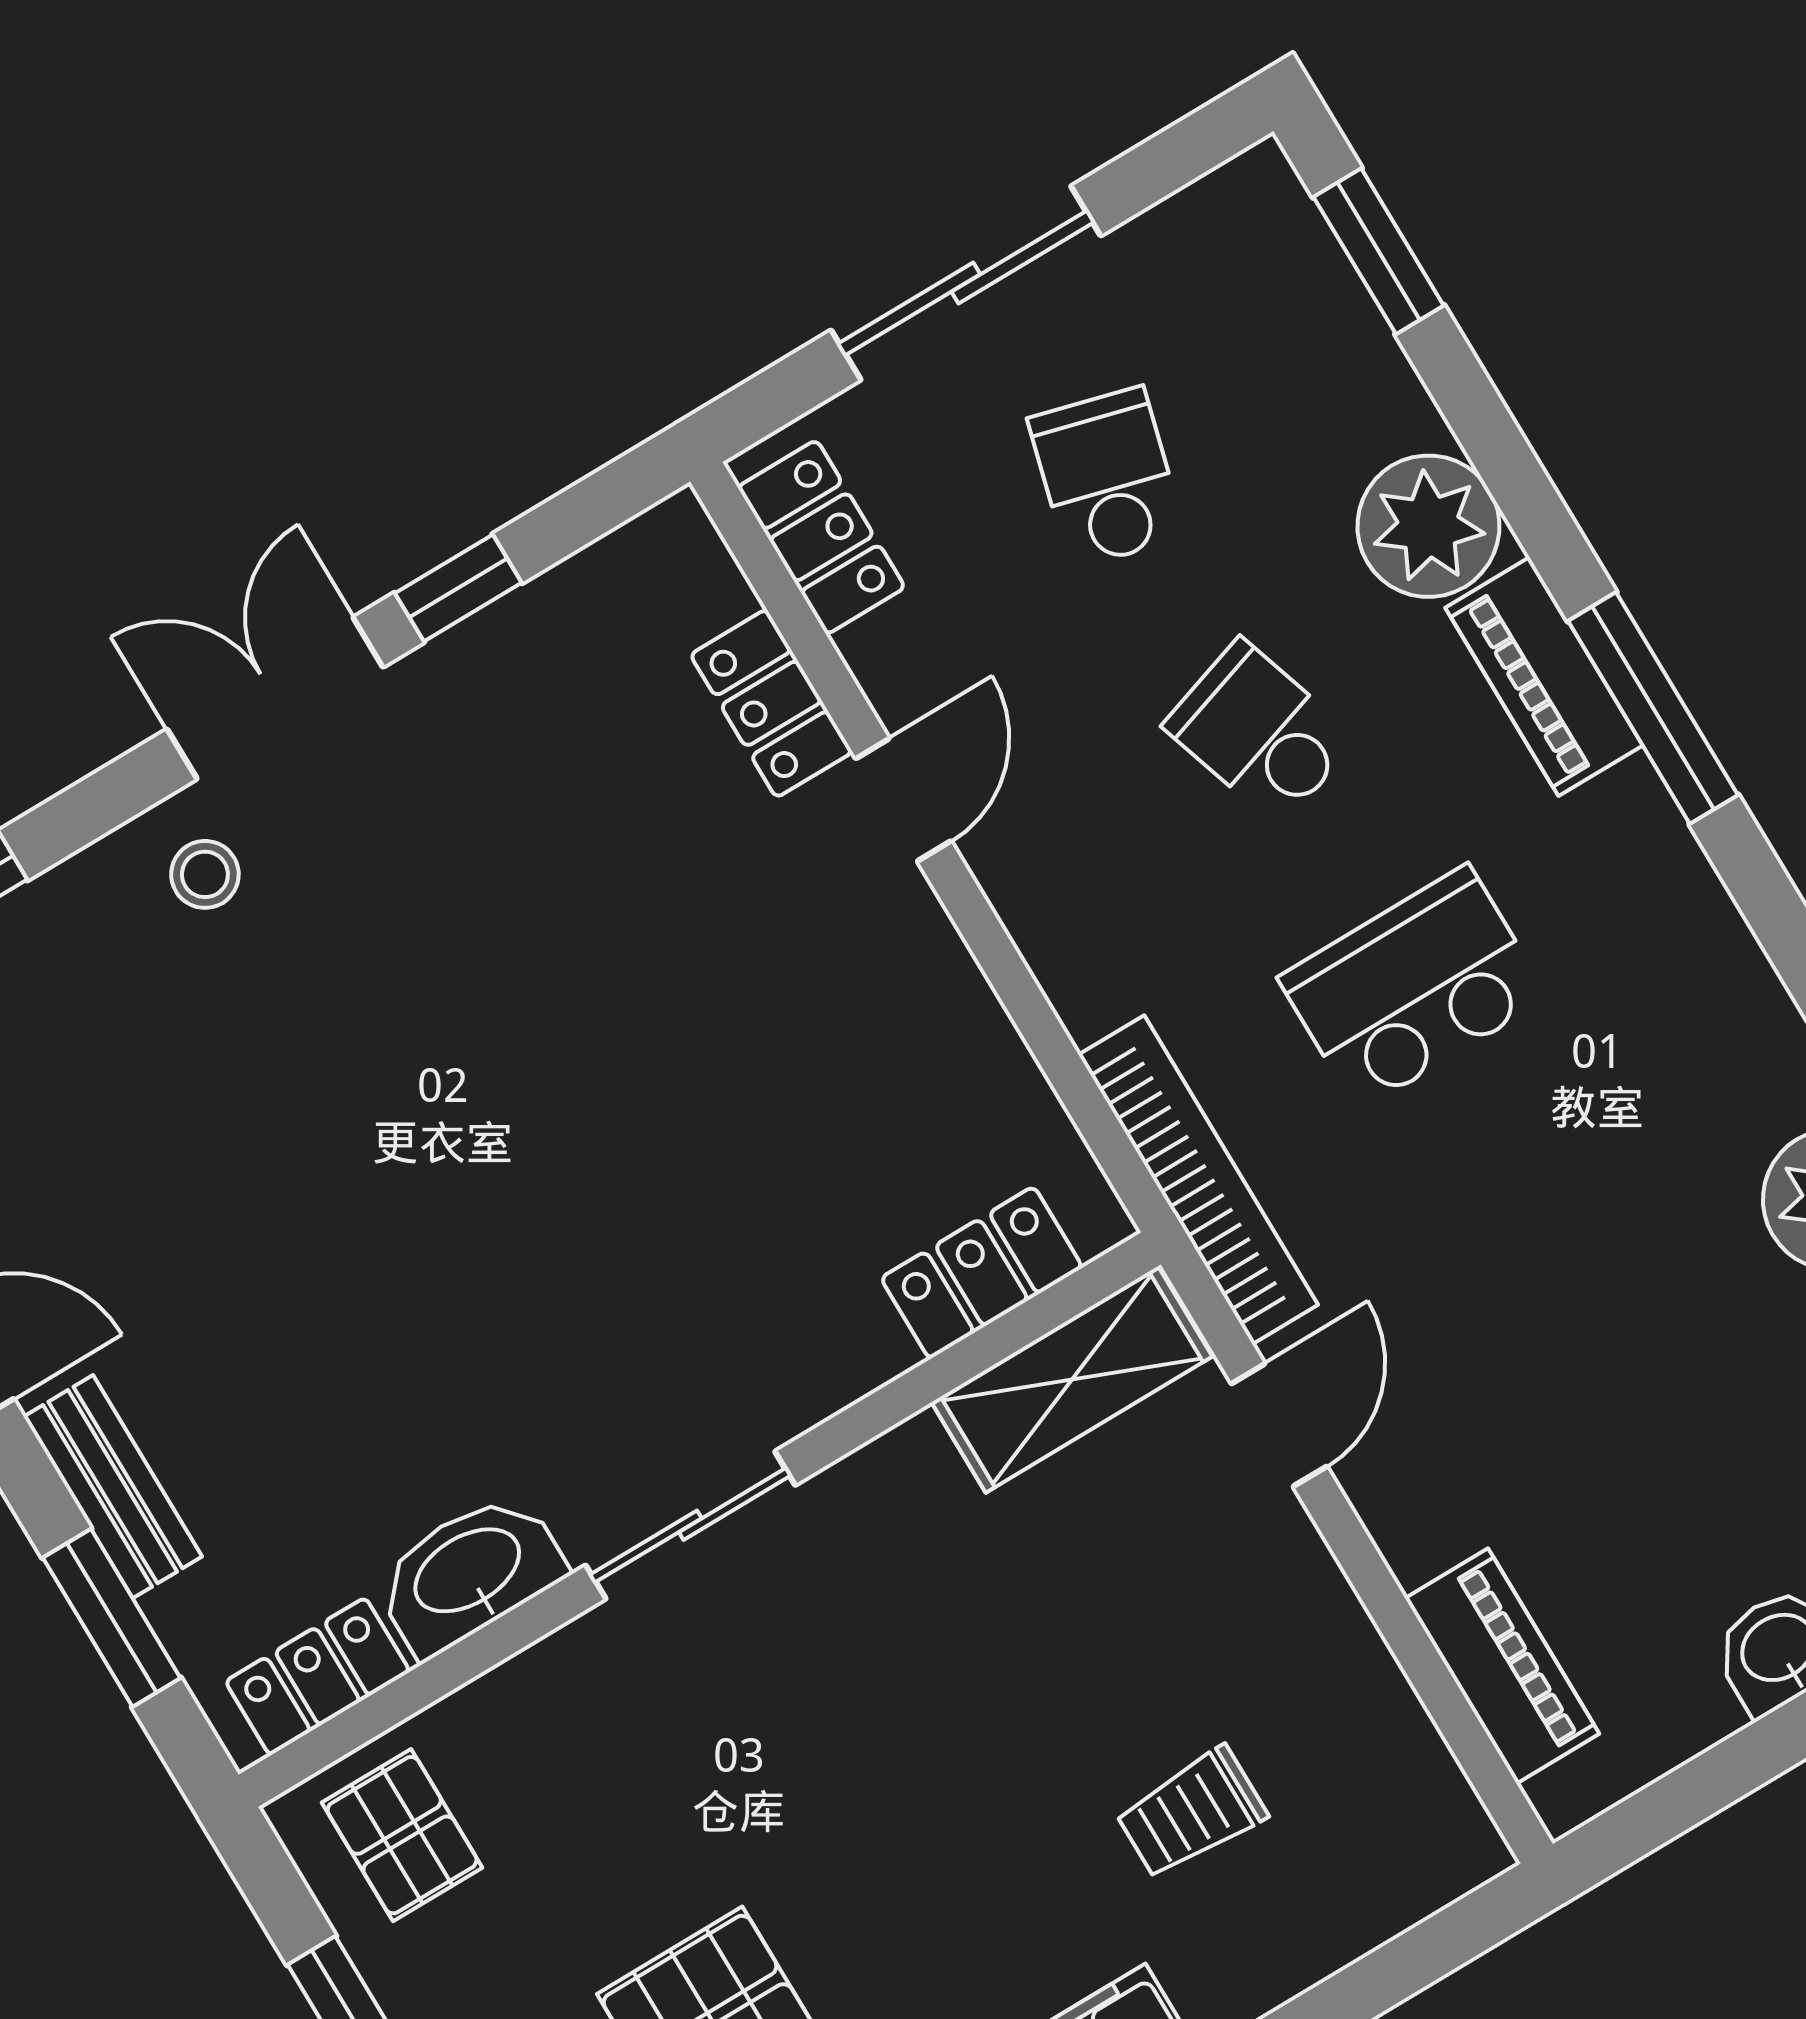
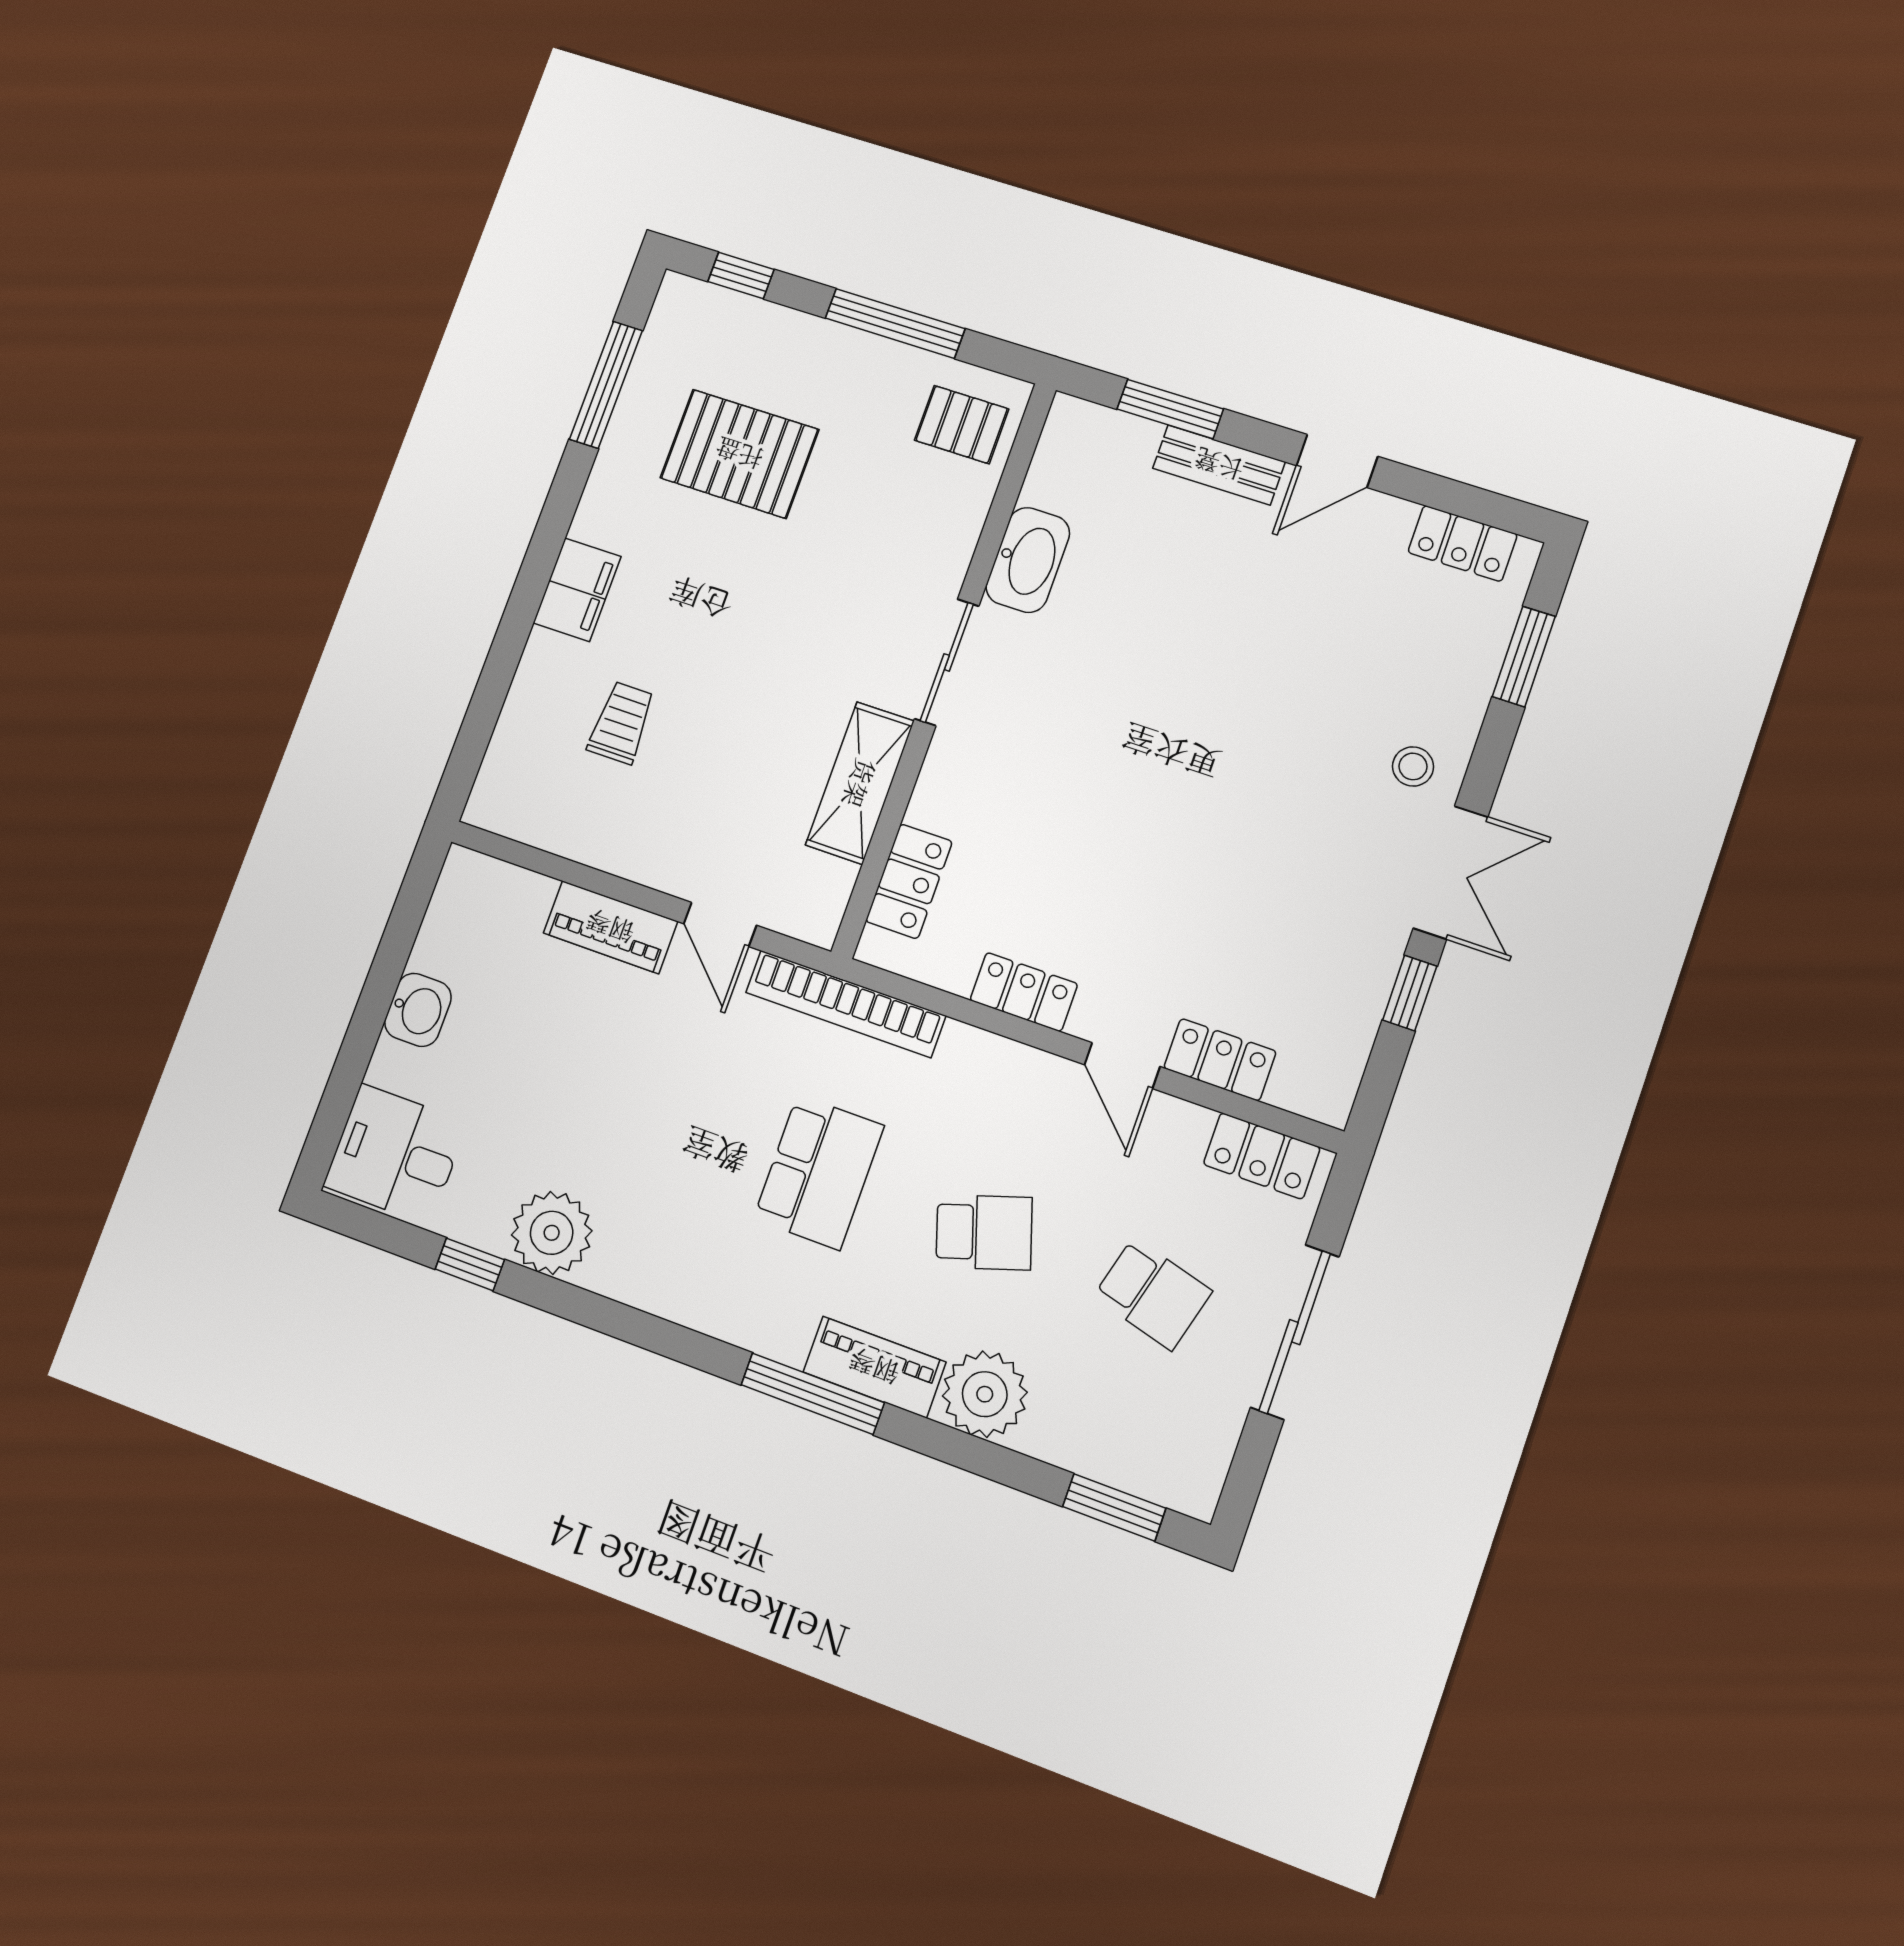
shelving: (1072, 1379) -> (860, 783), moved
piano: (1502, 1666) -> (610, 927), moved
locker: (318, 1676) -> (1024, 992), moved, turned -90

